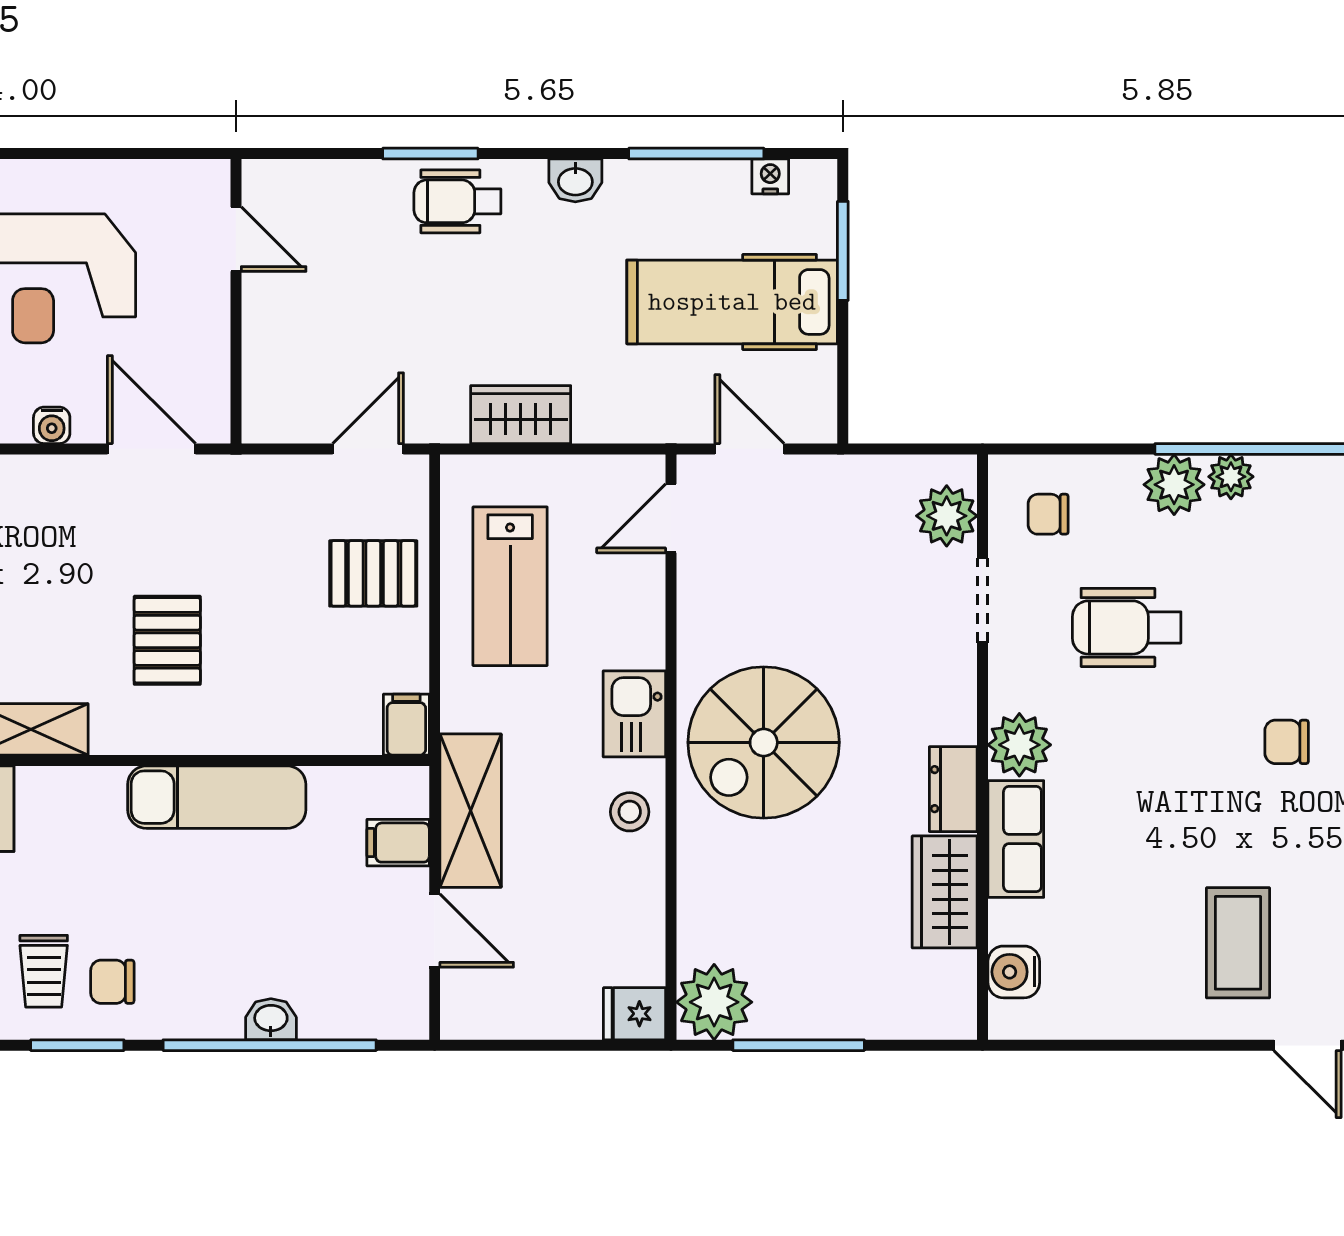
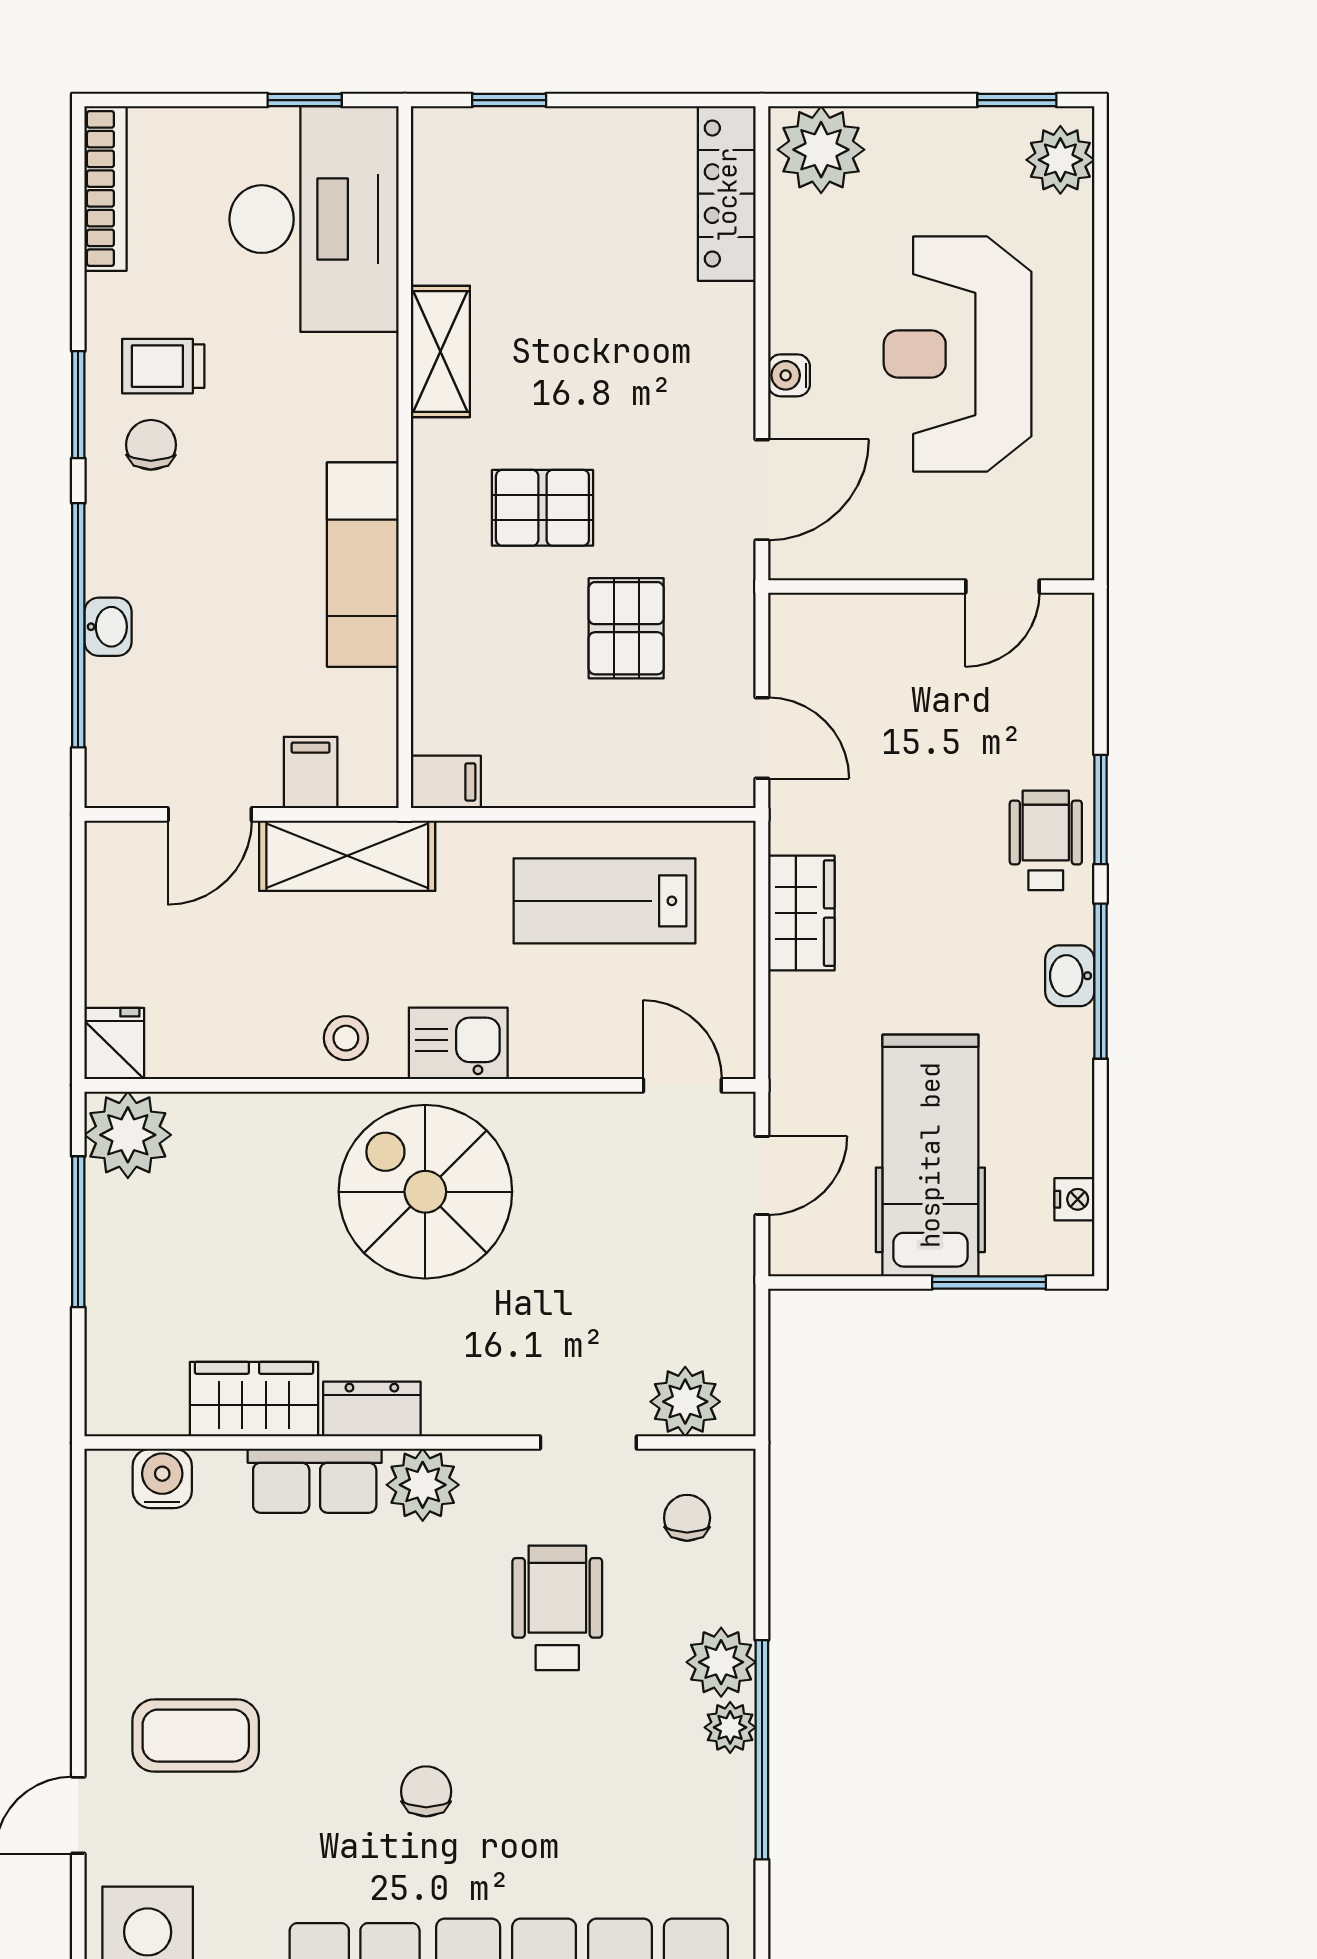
window: (696, 154) -> (1101, 981), moved
pallet: (373, 573) -> (626, 628), moved

